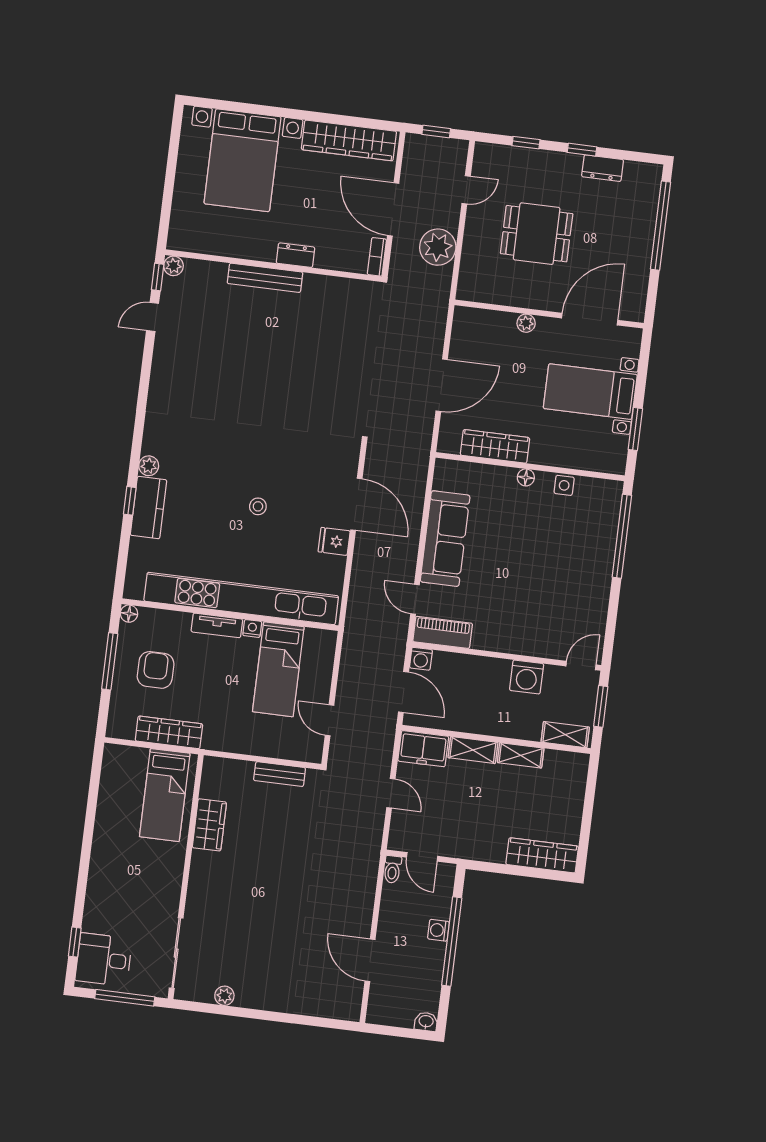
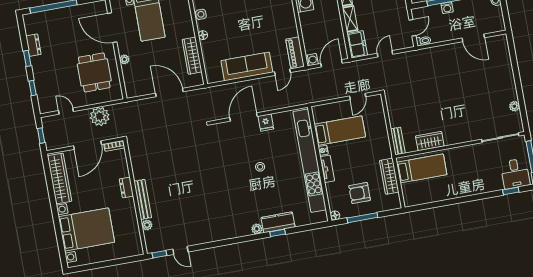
dining table: (537, 234) -> (94, 72), moved
plant: (174, 266) -> (147, 225), moved
bench: (280, 774) -> (398, 141), moved
door: (370, 960) -> (473, 38), hinge flipped

